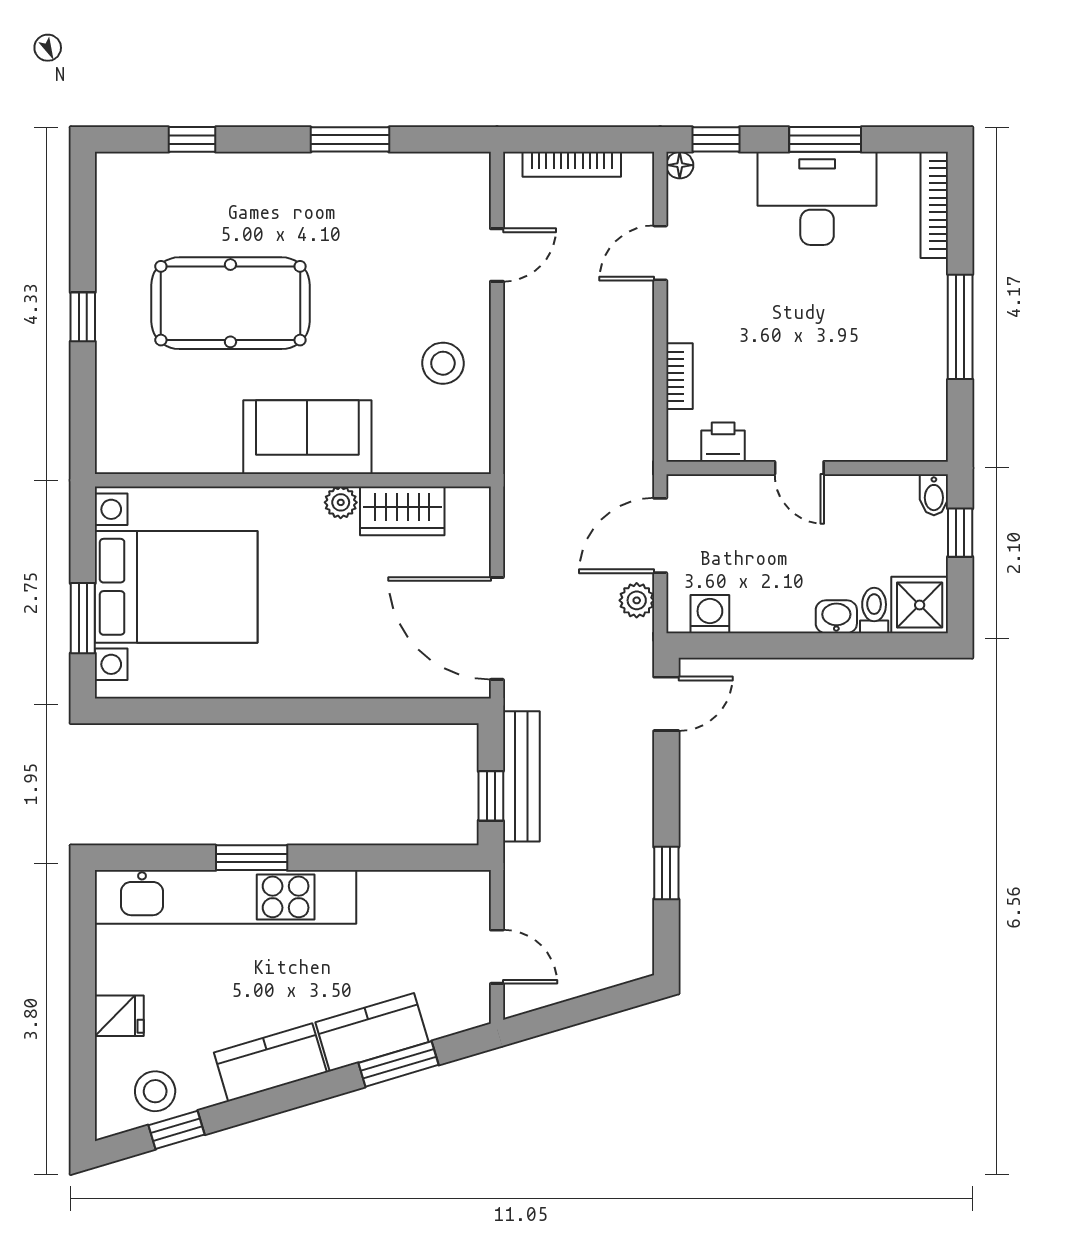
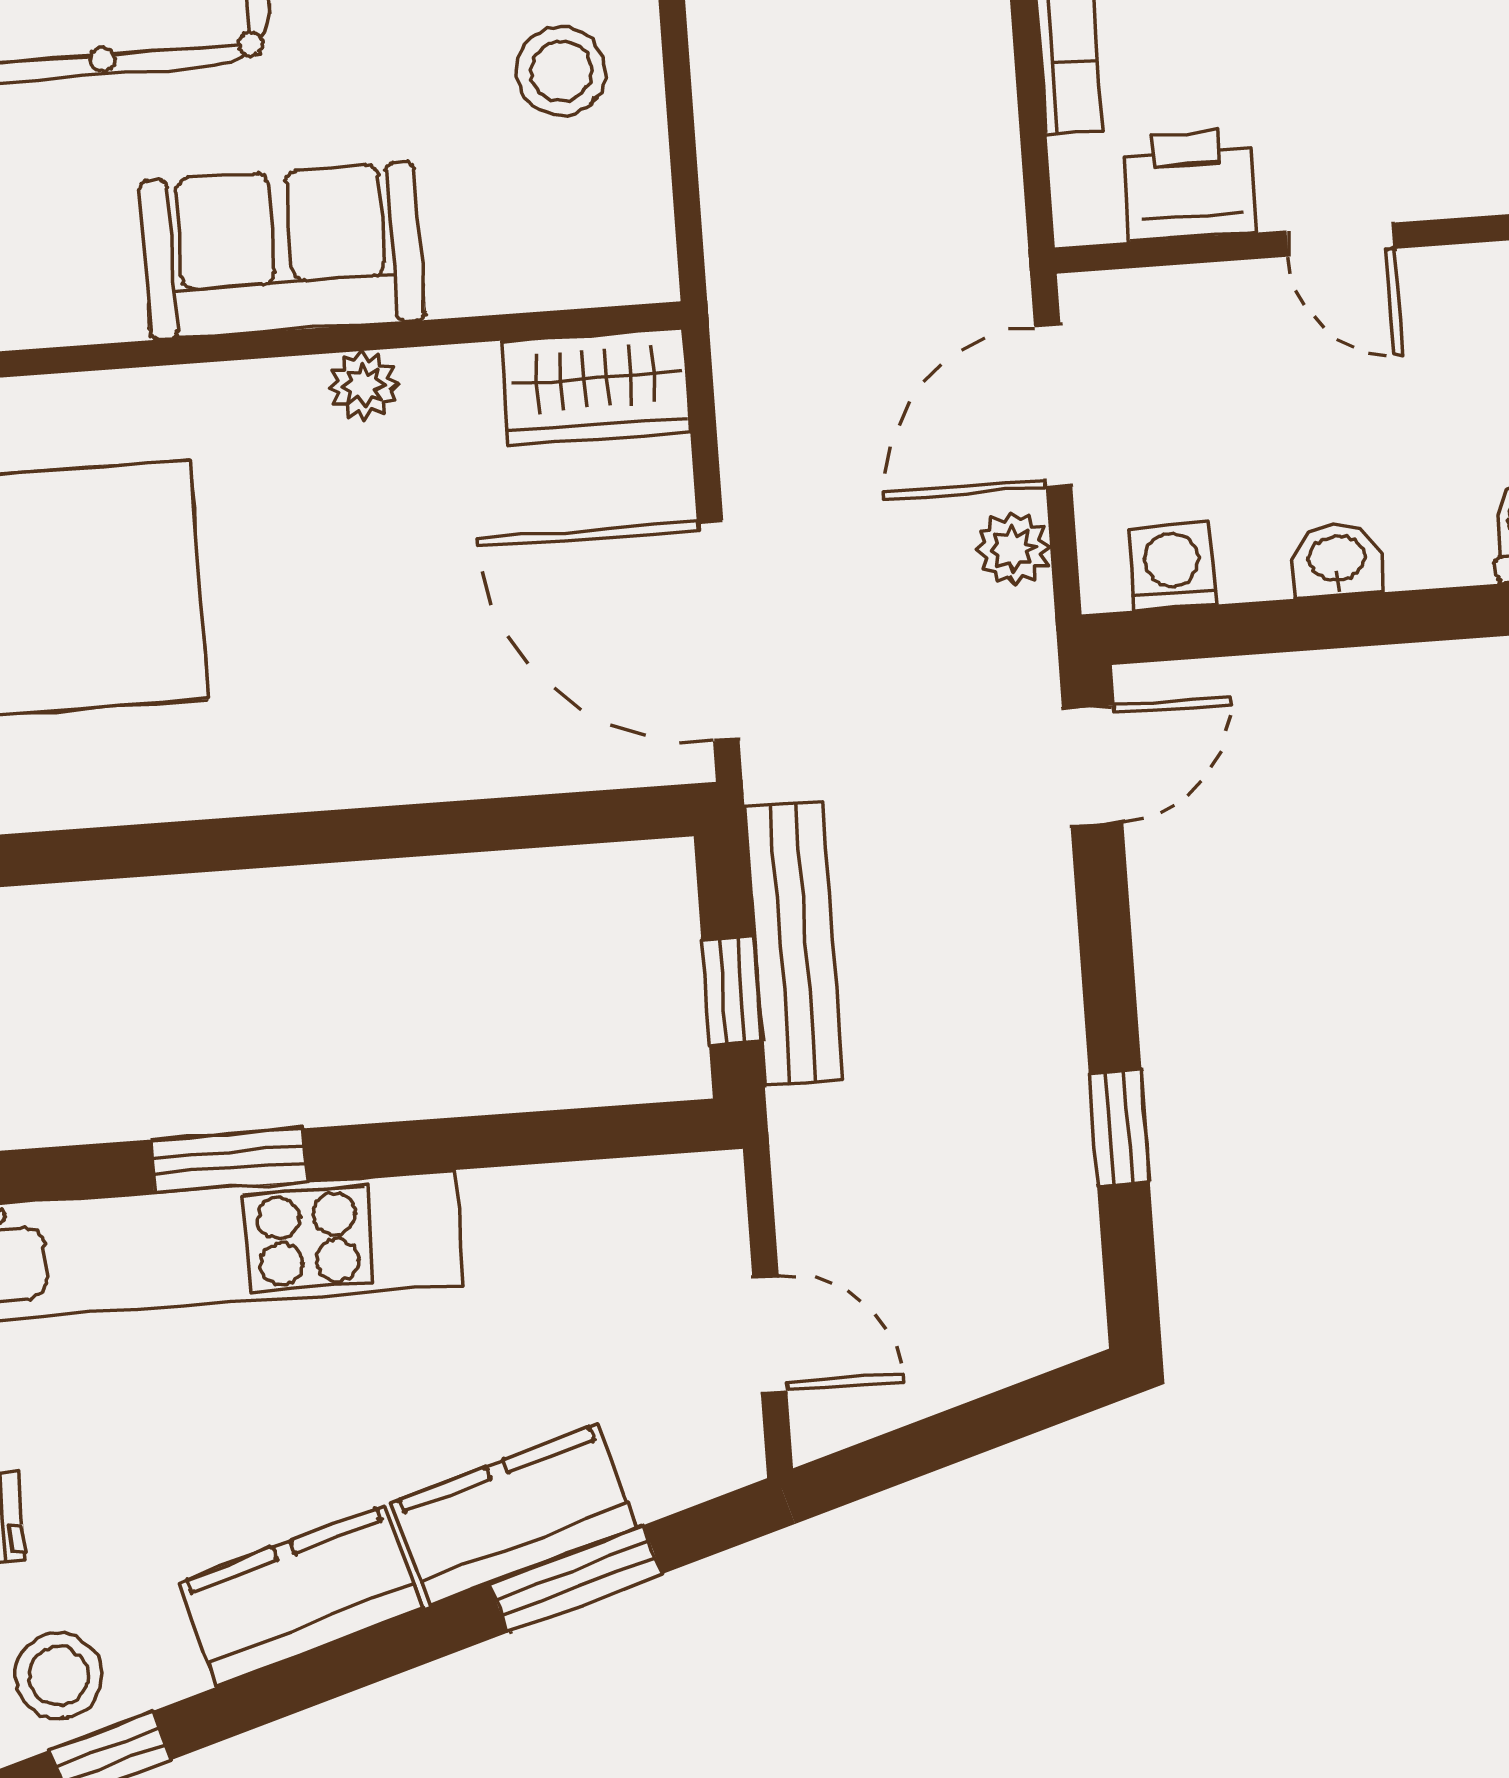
printer: (723, 442) -> (1189, 185), width x1.36, depth x1.24
wardrobe: (402, 511) -> (596, 387), moved
washbasin: (836, 617) -> (1337, 560), moved

